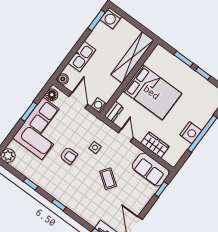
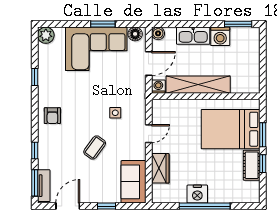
washing machine: (111, 18) -> (220, 36), moved, turned -90
shelving: (132, 57) -> (198, 85), moved
cot: (198, 82) -> (252, 165), added
bed: (152, 92) -> (231, 129), moved, turned 90
dresser: (114, 112) -> (163, 105), removed
armchair: (69, 156) -> (52, 116), moved
window: (161, 189) -> (106, 206), moved
window: (59, 205) -> (35, 151), moved

